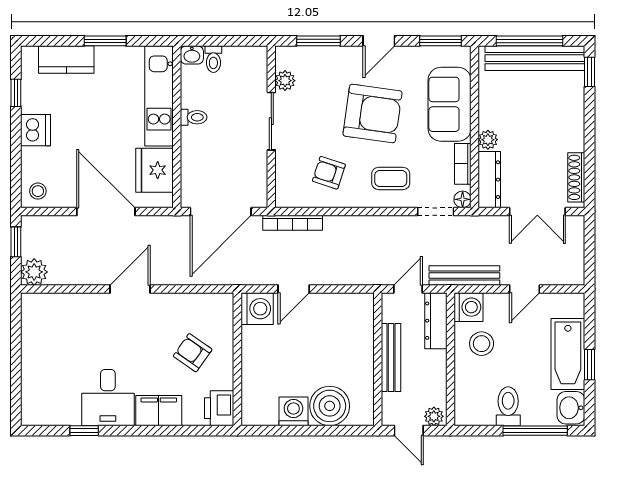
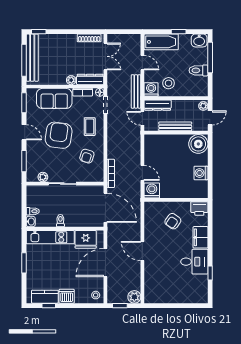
kitchen counter: (66, 60) -> (45, 297), moved, turned -90
bathtub: (568, 354) -> (161, 42), moved
boiler: (330, 406) -> (198, 144), moved

